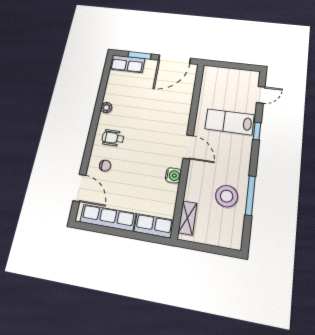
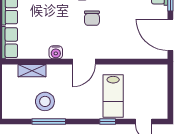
lab bench: (230, 122) -> (113, 96), turned 180
chair: (144, 132) -> (92, 18), added
shelving: (188, 218) -> (32, 71), moved

